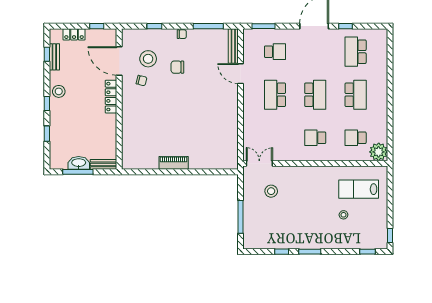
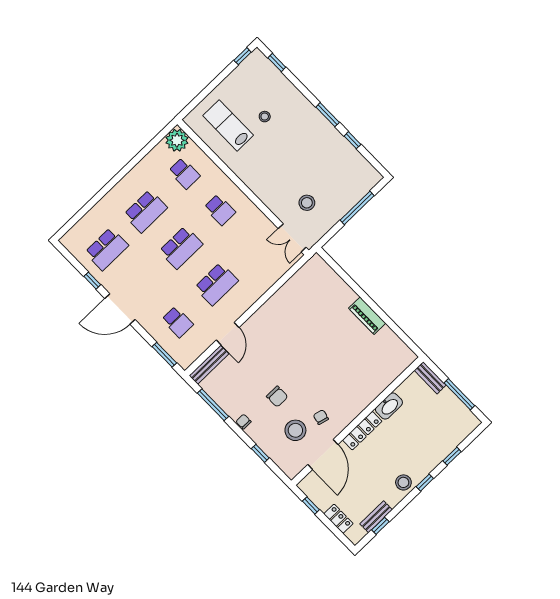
school desk: (275, 52) -> (177, 322), turned 180
school desk: (315, 95) -> (181, 248), turned 180
school desk: (356, 95) -> (145, 211), turned 180
washbasin: (79, 163) -> (389, 406), moved, turned -90
lab bench: (359, 189) -> (228, 125), turned 180

